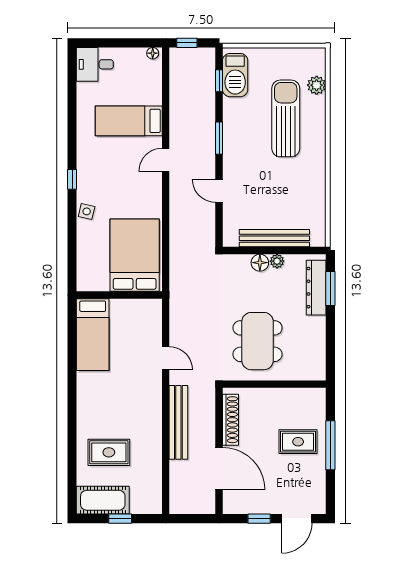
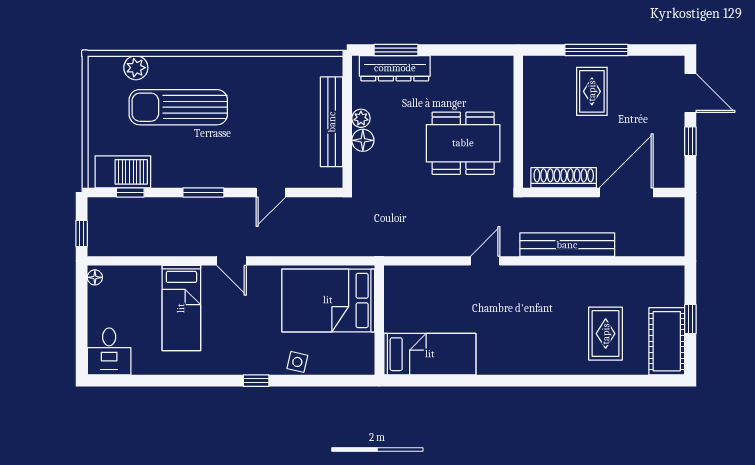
bed: (135, 255) -> (328, 300), moved
wall: (119, 295) -> (379, 320), moved
bed: (93, 335) -> (430, 354), moved

